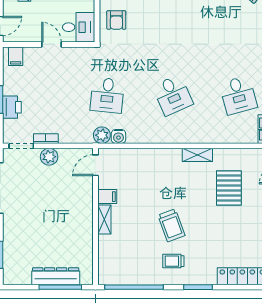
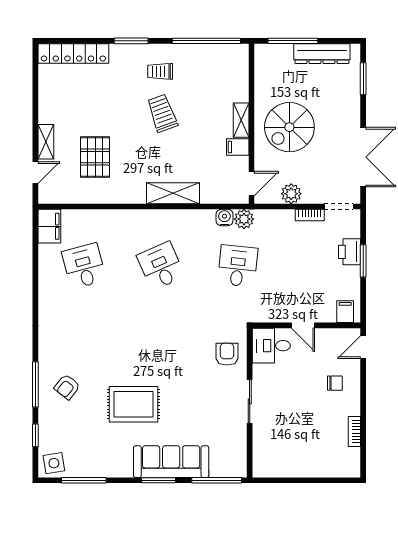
shelving: (197, 155) -> (173, 193), moved, width x1.50, depth x1.33
plant: (49, 157) -> (291, 194), moved
spiral stairs: (63, 214) -> (289, 127), added
trolley: (173, 261) -> (160, 71), turned 180
dresser: (56, 276) -> (322, 54), moved

